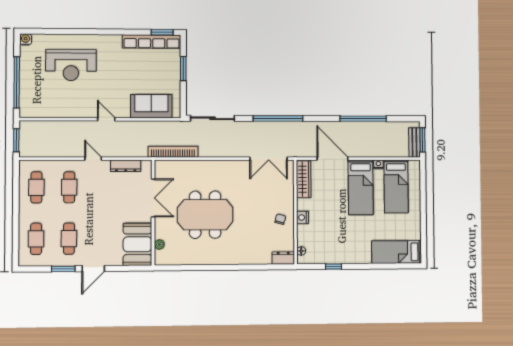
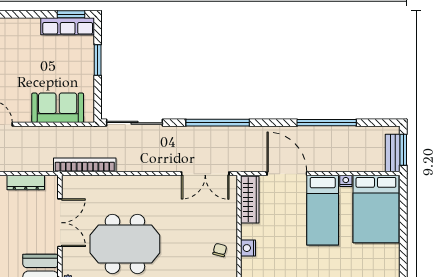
row of seats: (152, 42) -> (68, 26), width x0.73
bed: (396, 186) -> (376, 209), width x1.50

